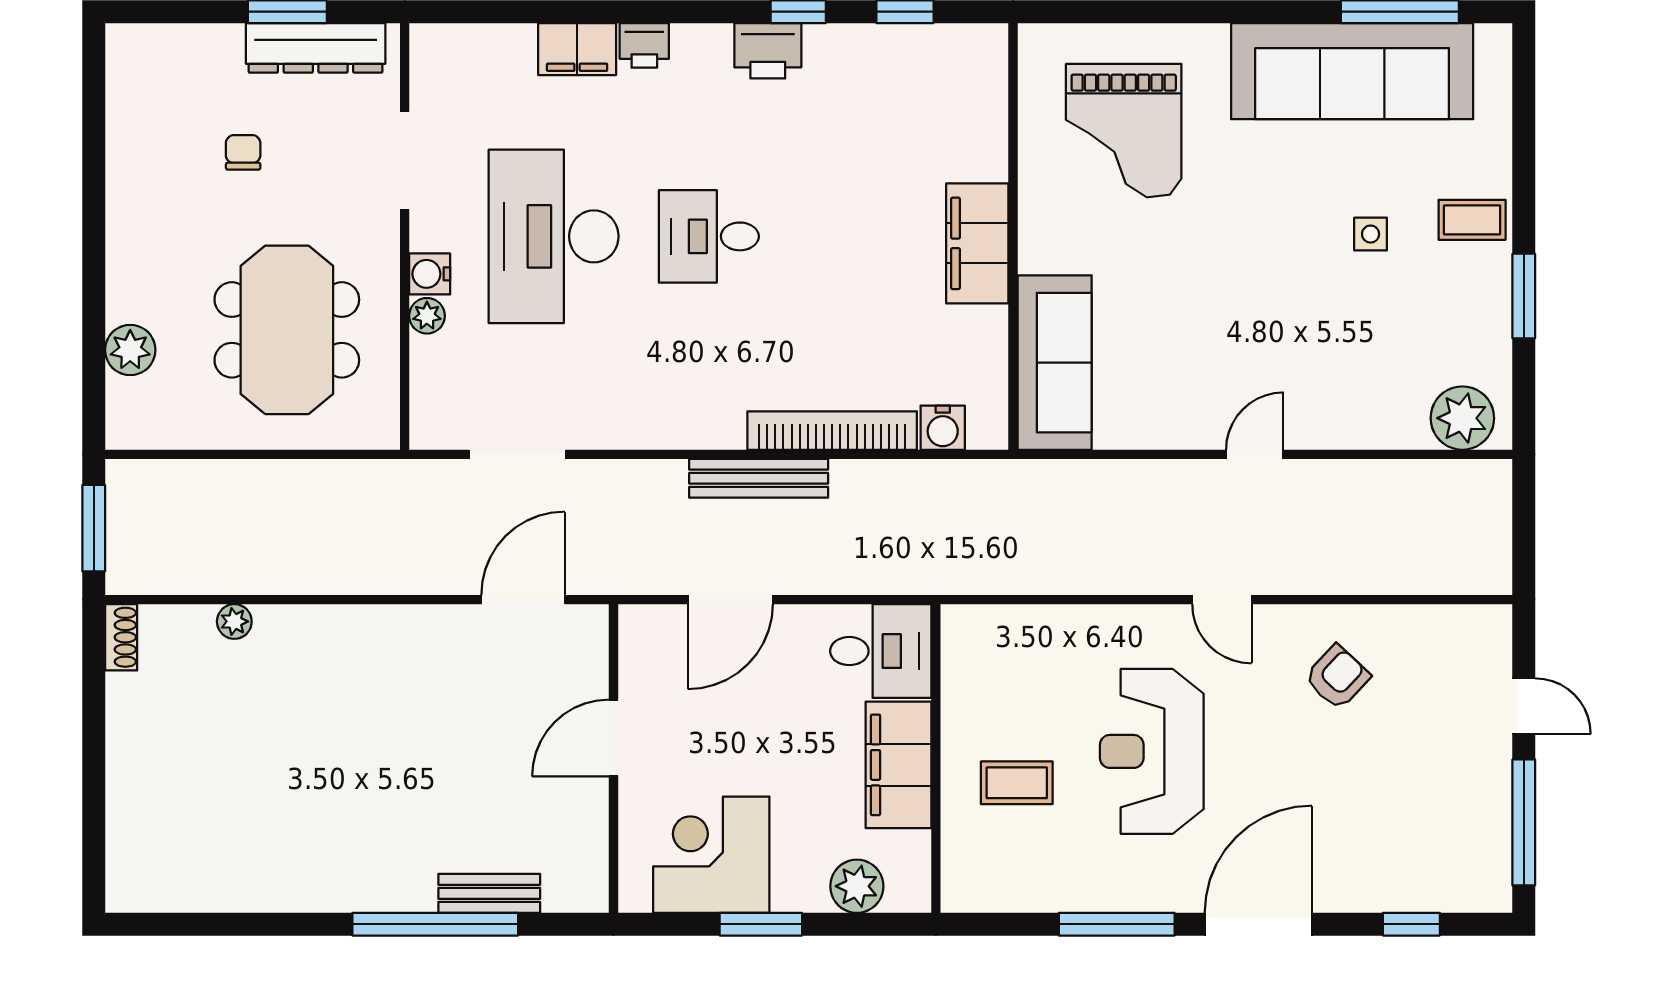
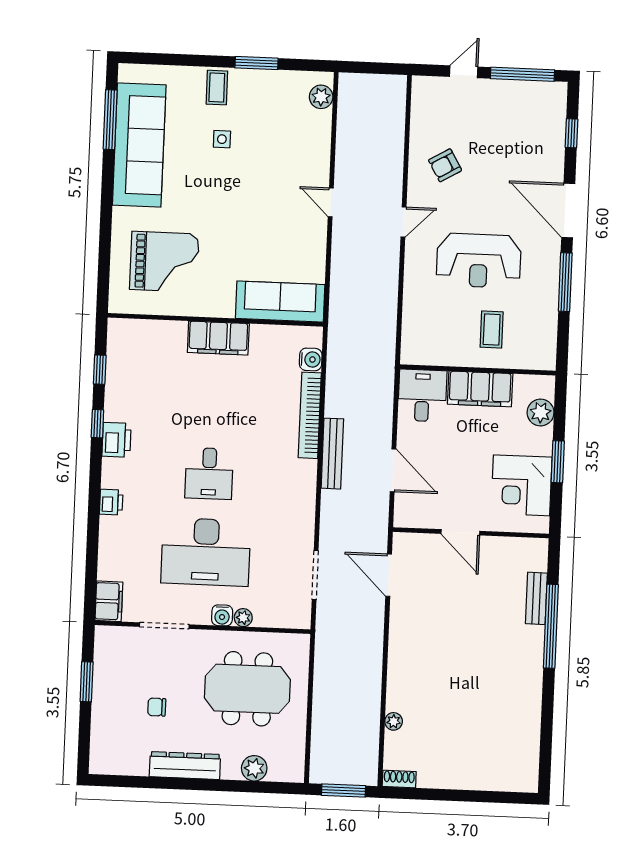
dresser: (316, 48) -> (185, 766), moved, turned -90
filing cabinet: (577, 49) -> (109, 601), moved
plant: (1462, 418) -> (321, 97), width x0.73, depth x0.73
armchair: (1337, 677) -> (445, 165), turned -73

